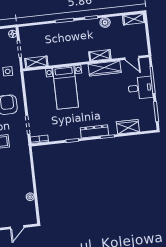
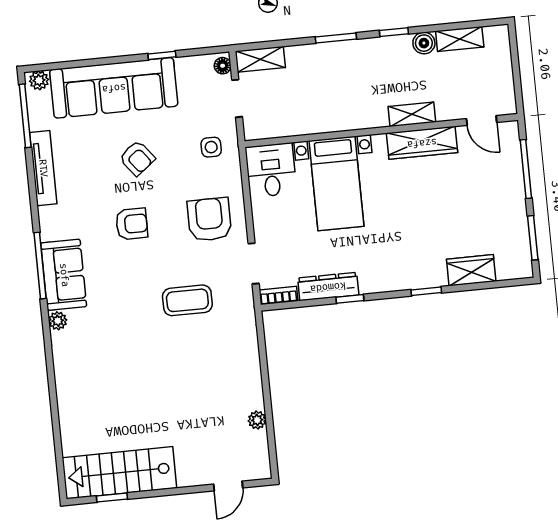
shelving: (134, 19) -> (460, 39), moved
shelving: (36, 62) -> (260, 59), moved
desk: (140, 88) -> (271, 170), moved, turned -90
dresser: (94, 131) -> (328, 287), moved

